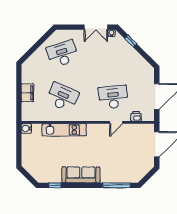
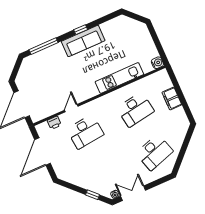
desk: (62, 97) -> (135, 110), turned -33
window: (55, 185) -> (81, 30), moved

